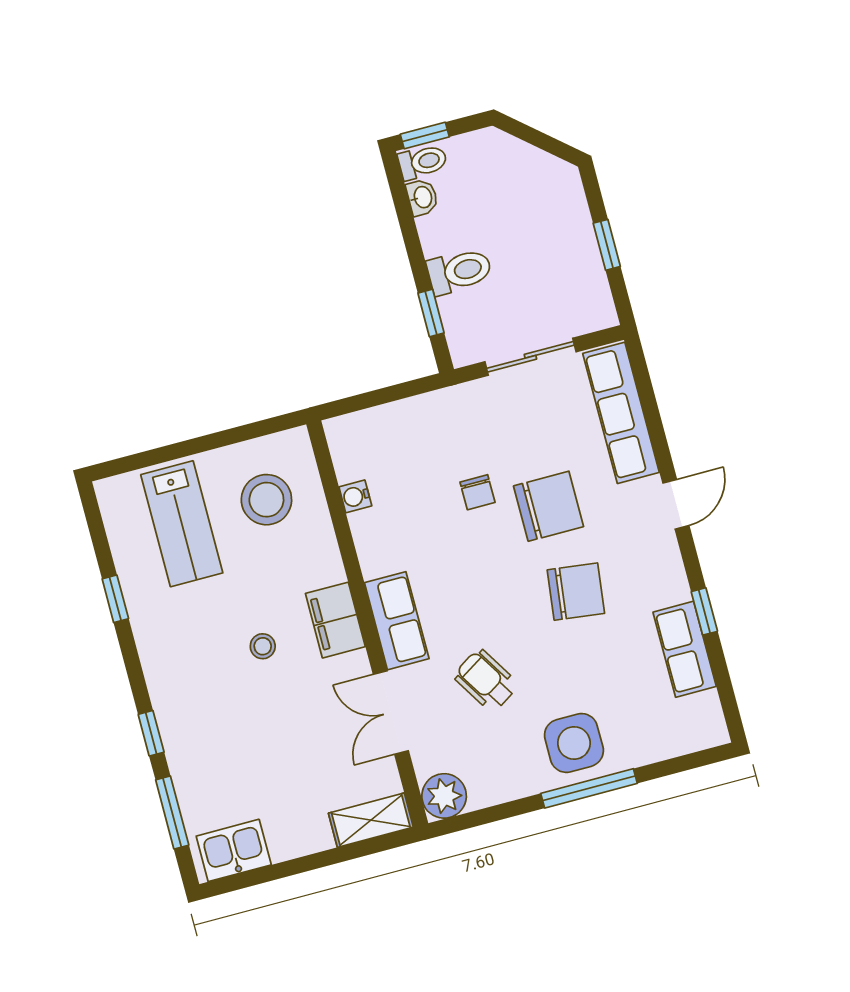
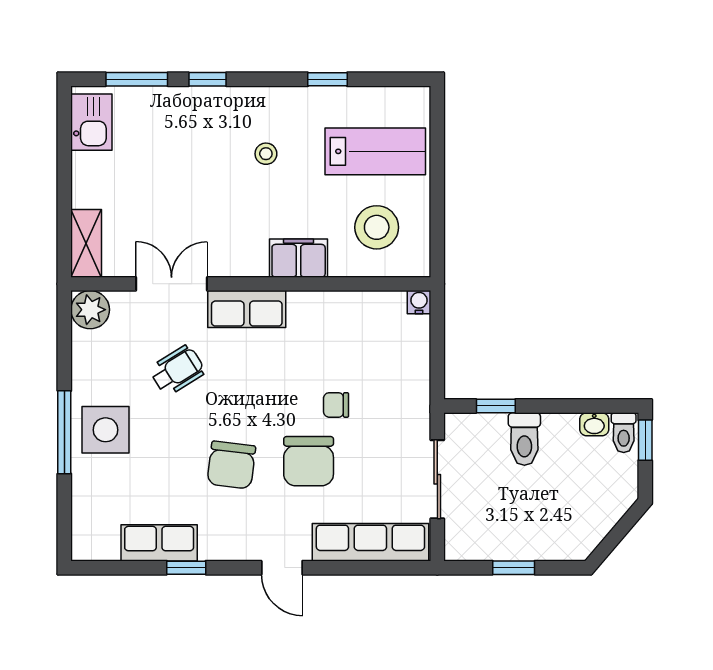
water cooler: (355, 496) -> (419, 302), moved
lab bench: (182, 524) -> (375, 151), turned 180
filing cabinet: (335, 620) -> (299, 258), moved
stool: (263, 646) -> (266, 154), moved

